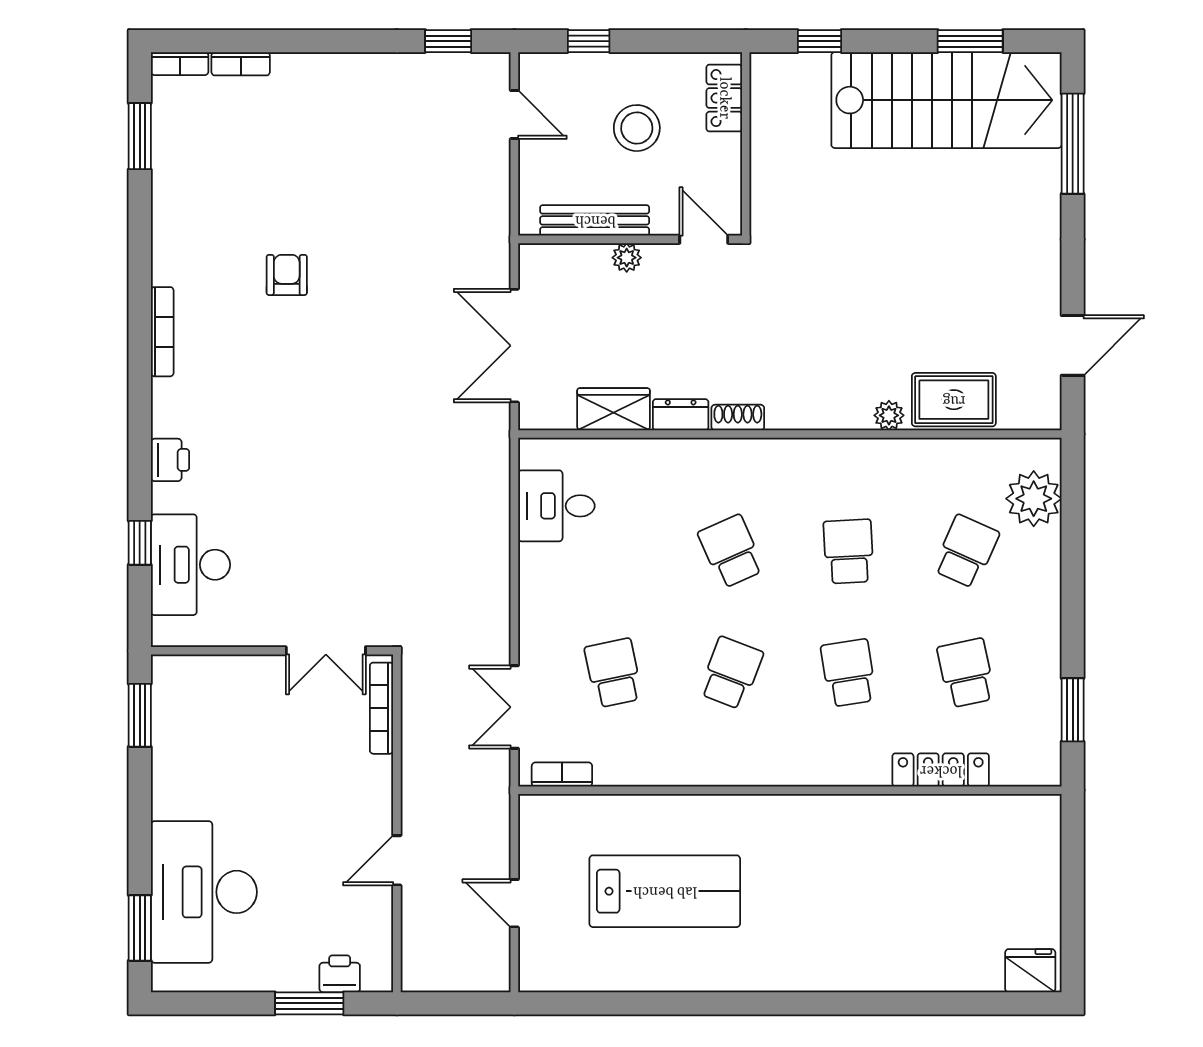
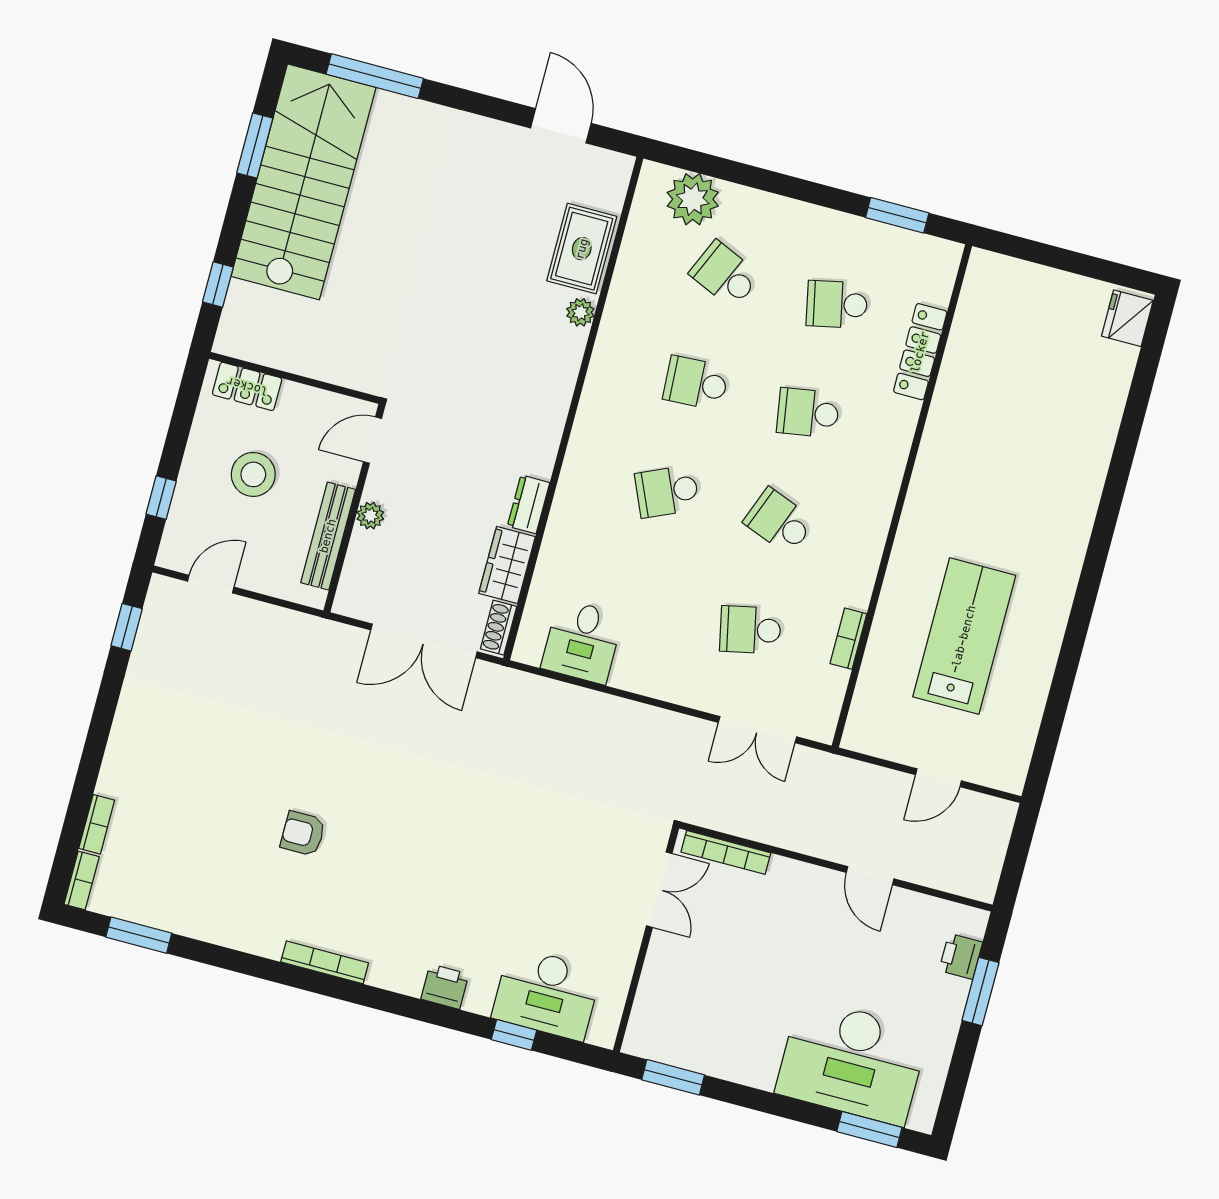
shoe rack: (738, 418) -> (499, 628), moved
bookcase: (562, 775) -> (848, 639), moved

